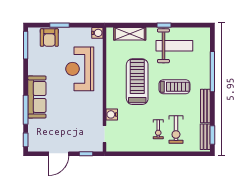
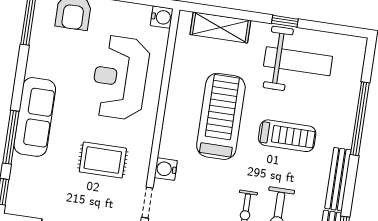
rug: (77, 115) -> (103, 160), added

